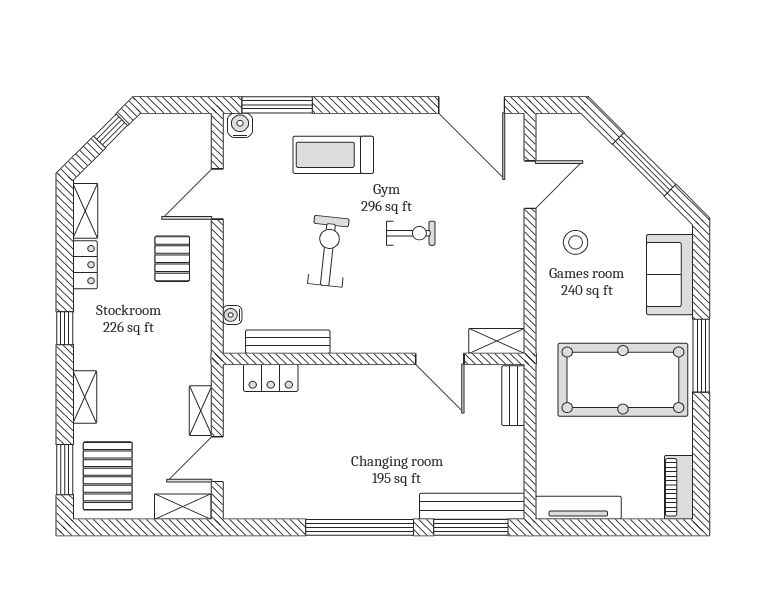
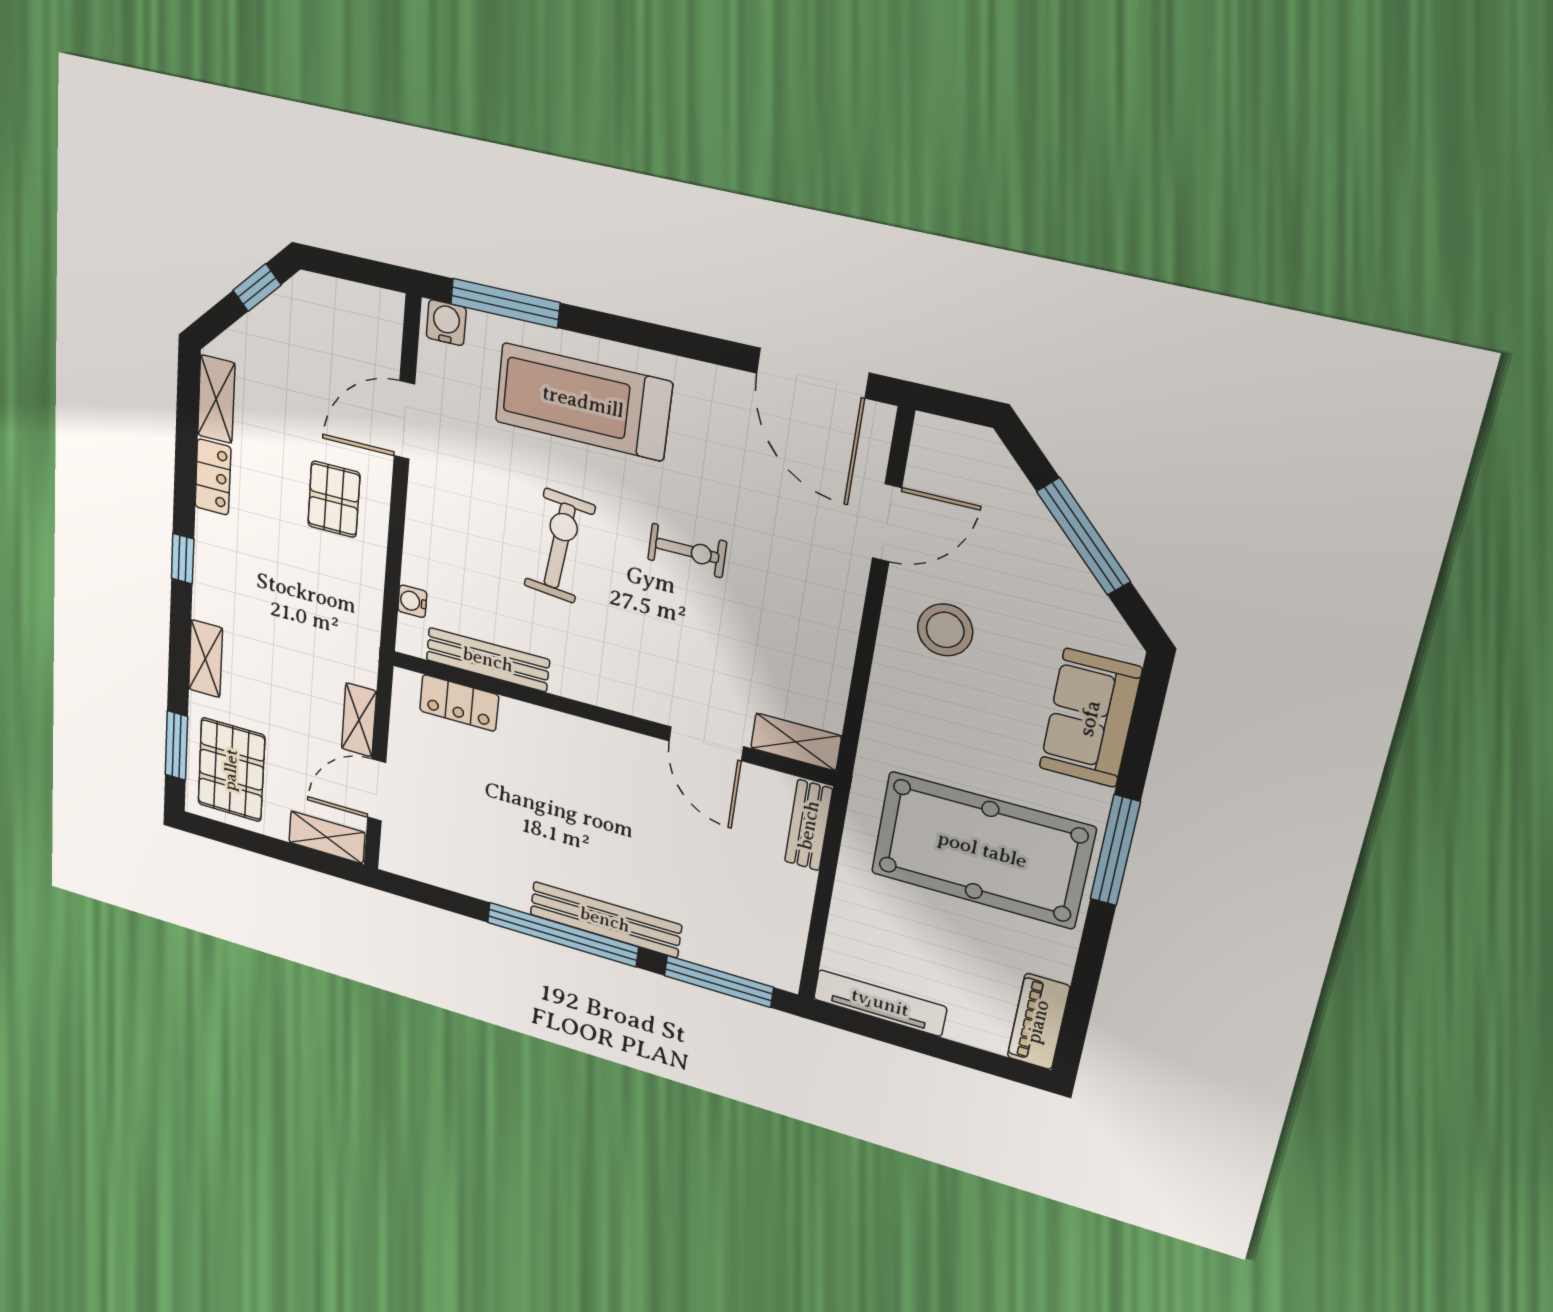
treadmill: (333, 155) -> (583, 402), width x1.37, depth x1.38
stool: (576, 242) -> (945, 630), width x1.38, depth x1.38
bench: (472, 506) -> (605, 920), moved

